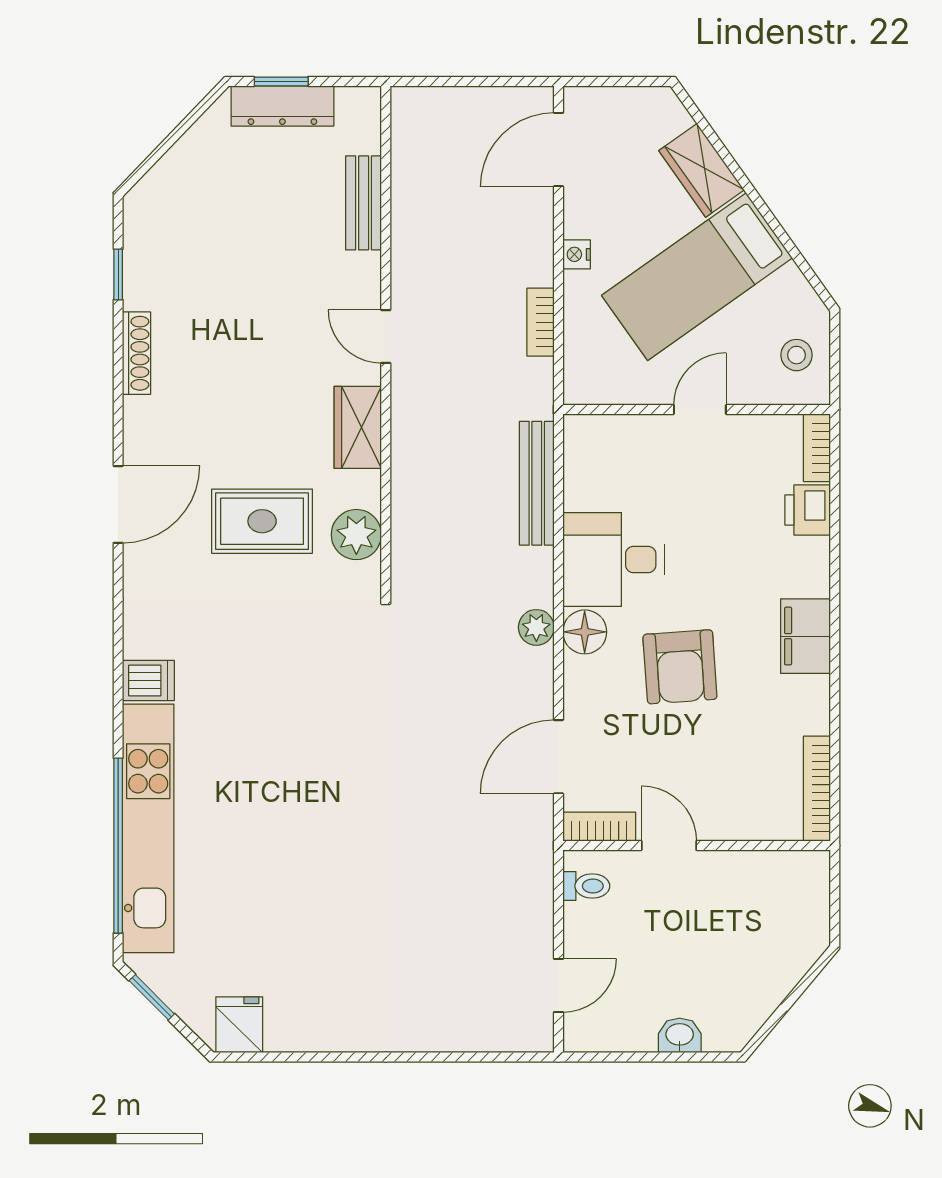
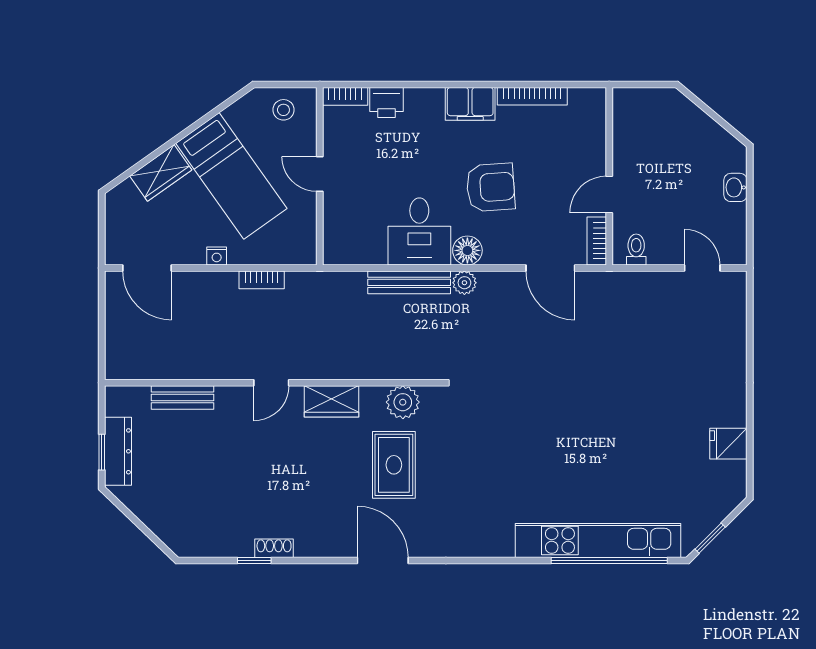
window: (118, 274) -> (254, 560), moved
shoe rack: (137, 353) -> (274, 548), width x0.70
bench: (537, 483) -> (409, 282), moved
dishwasher: (148, 680) -> (500, 540), removed
bookcase: (817, 789) -> (532, 96), moved
fridge: (239, 1025) -> (728, 444), moved

